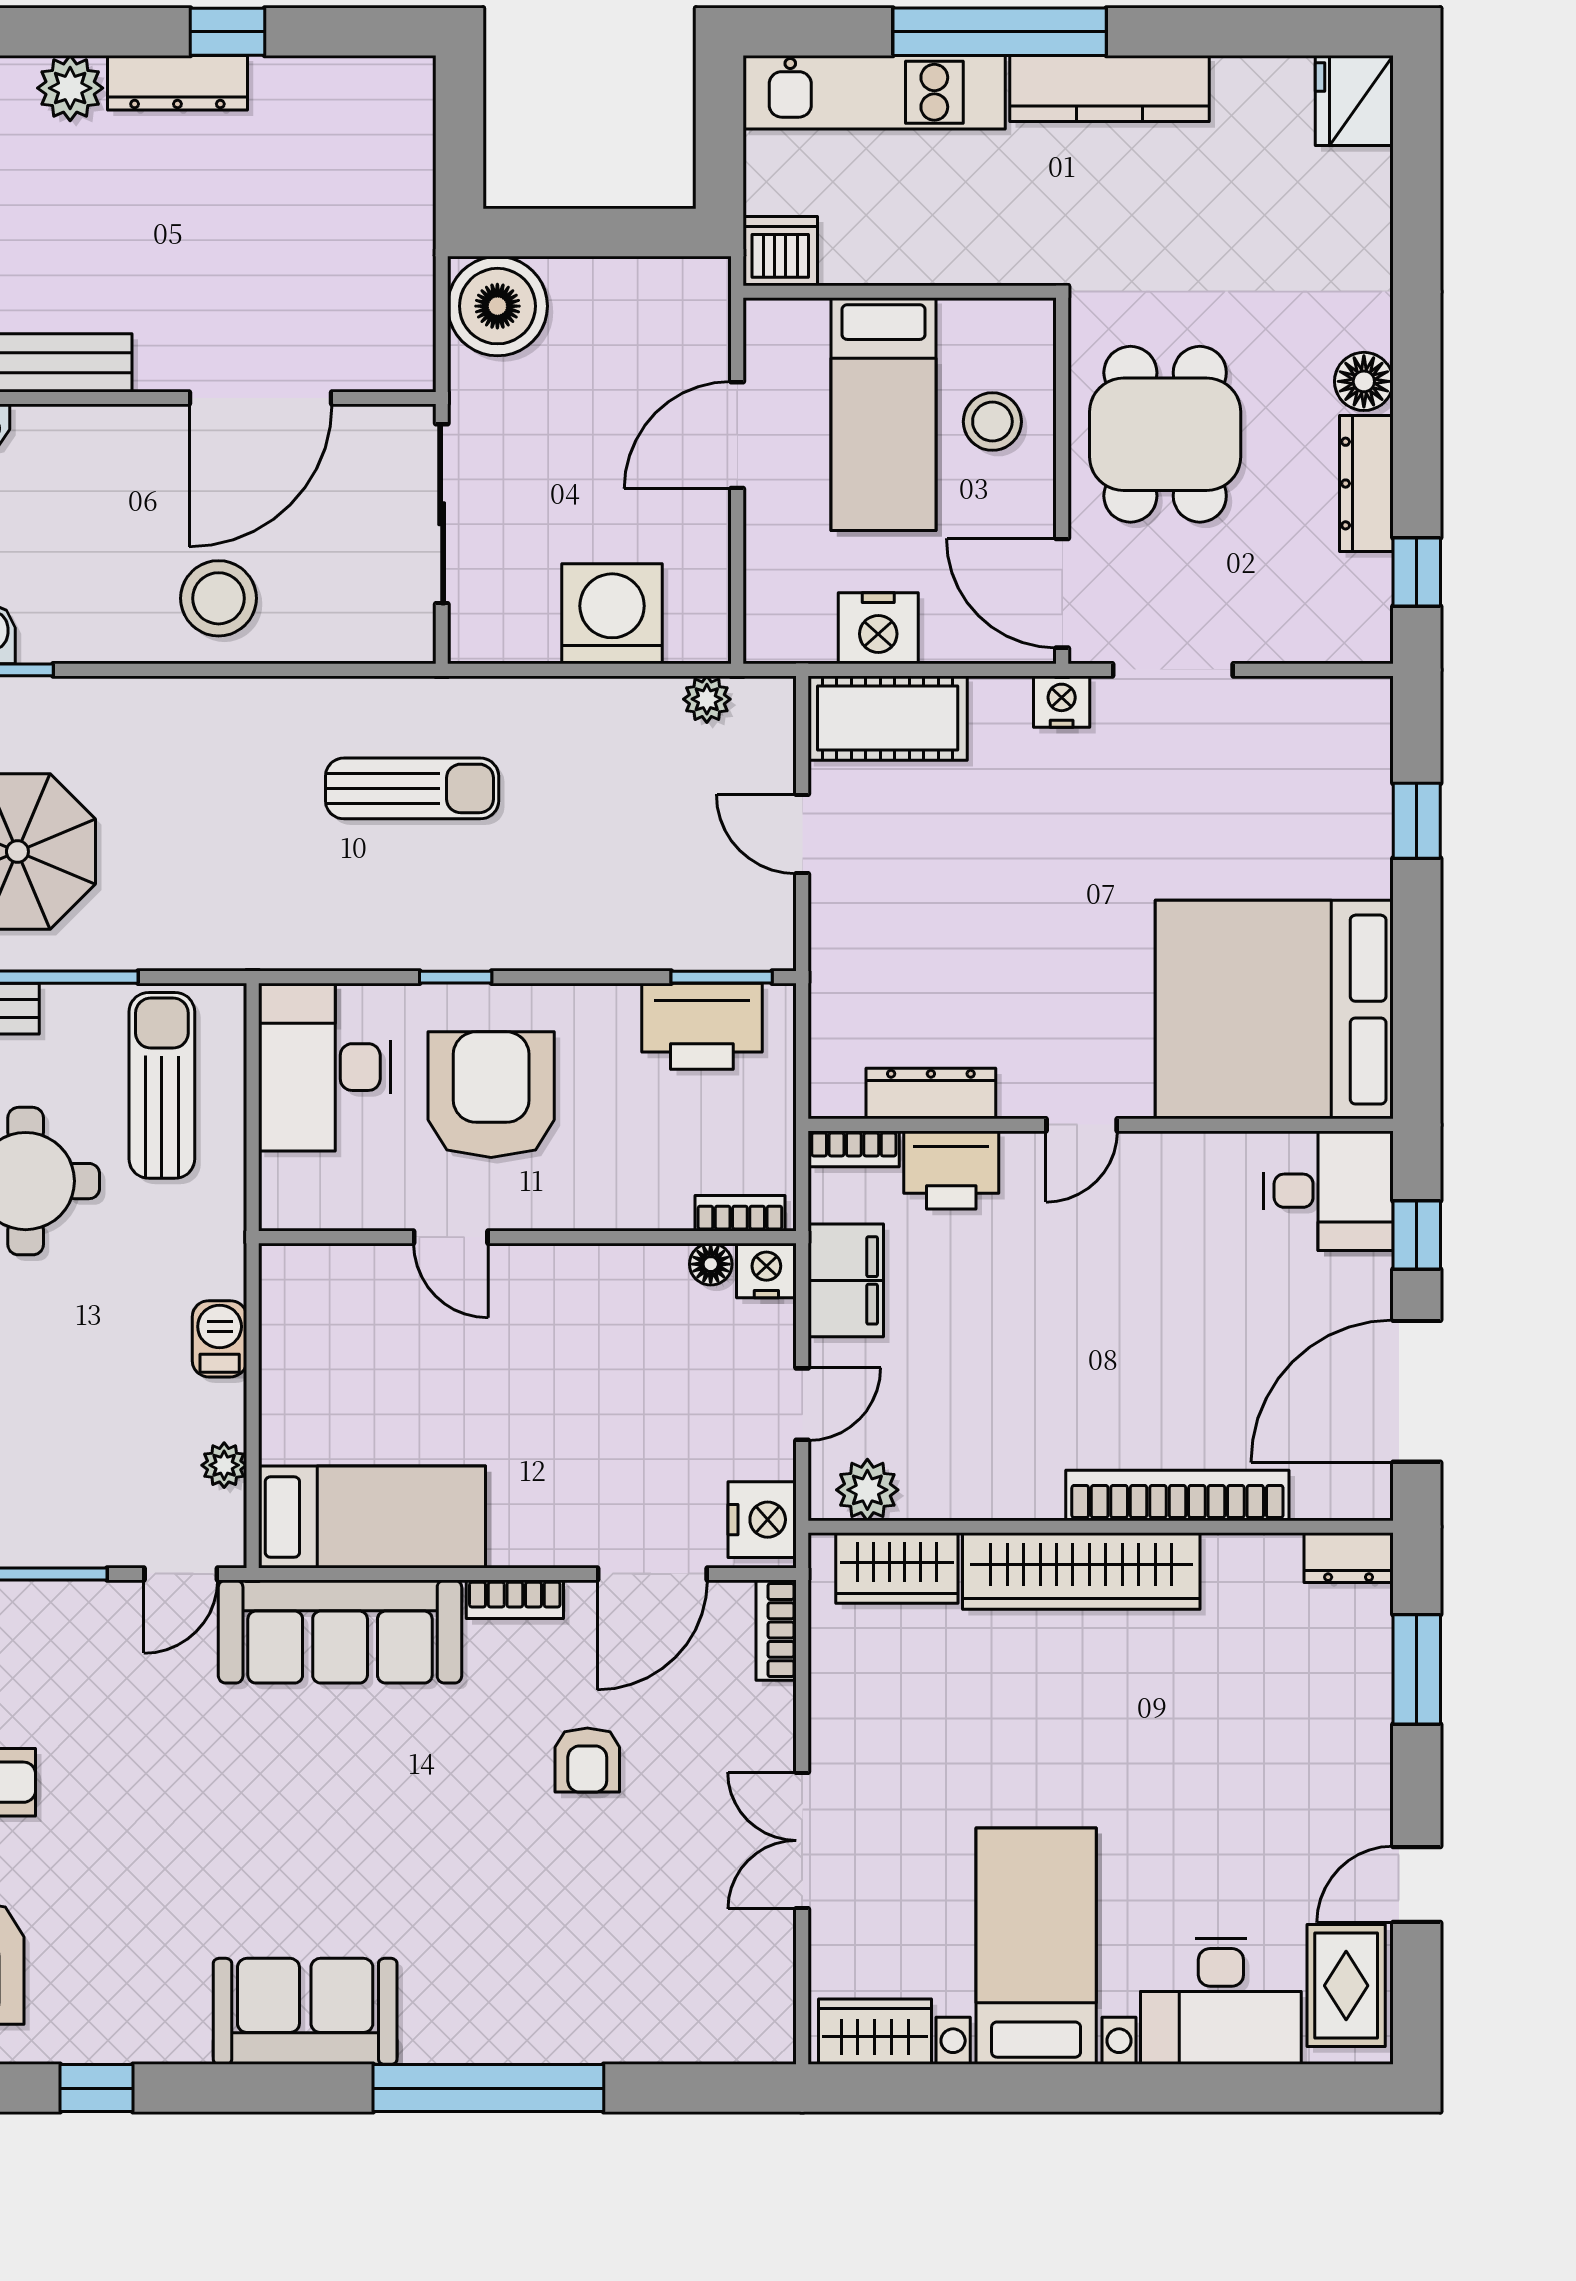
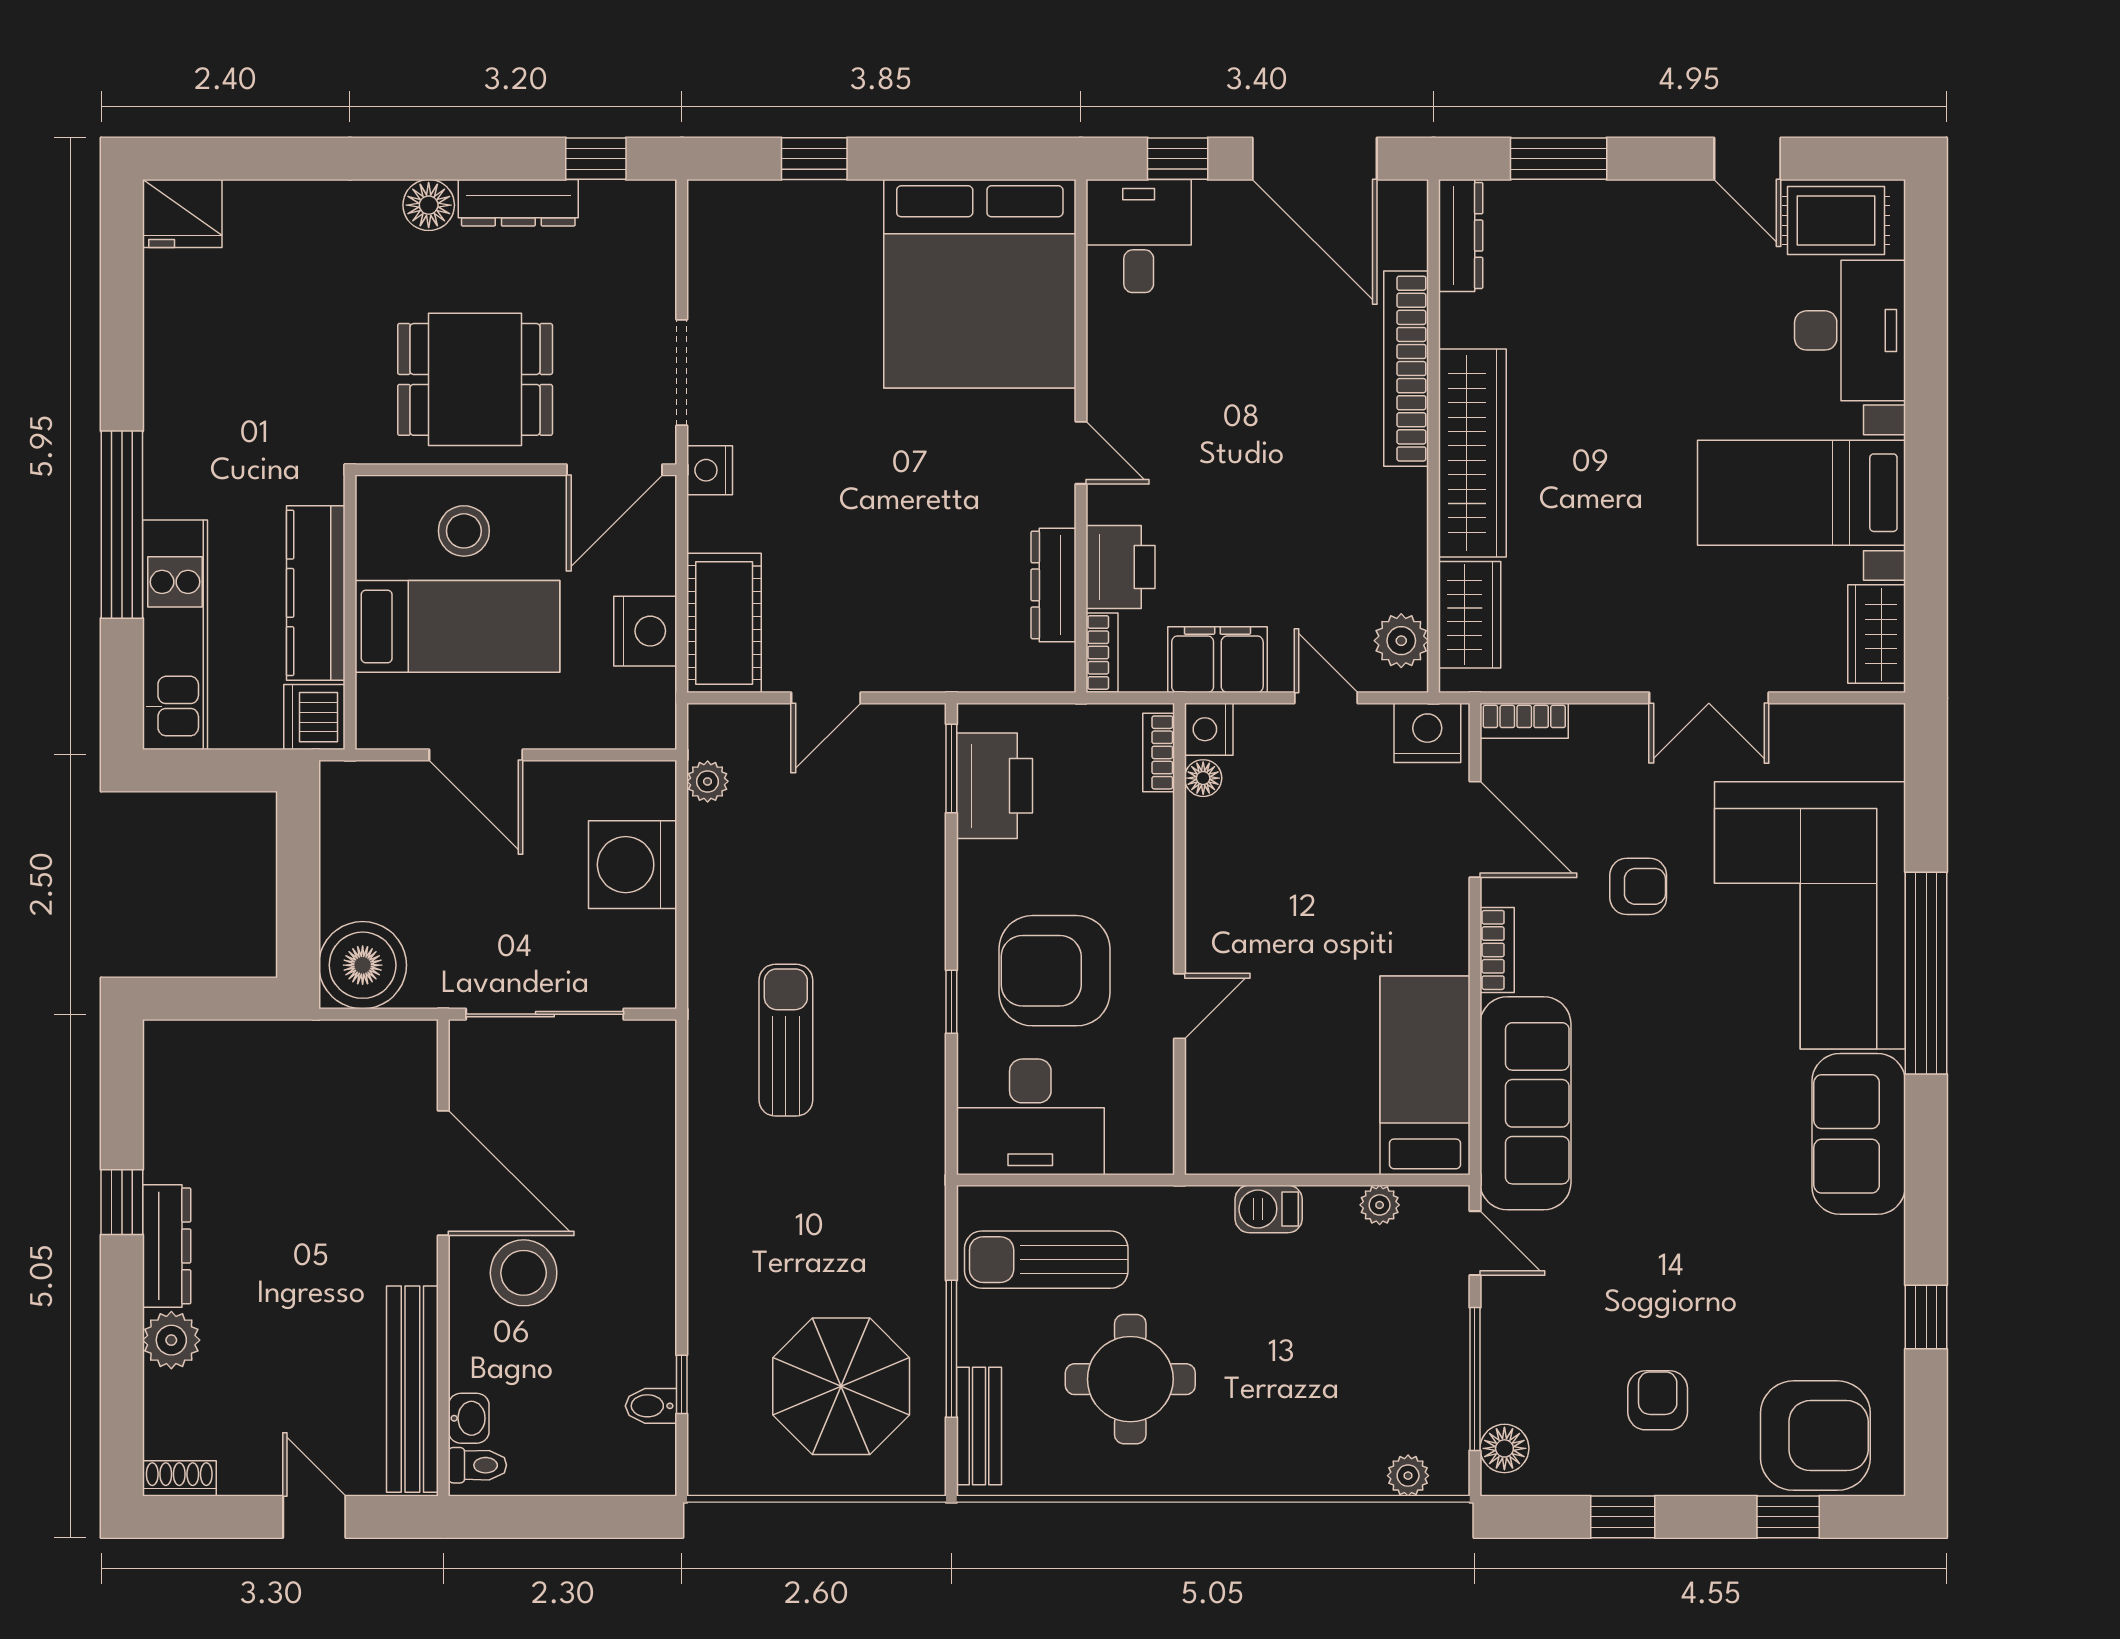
kitchen counter: (1109, 89) -> (316, 593), moved, turned 180
stool: (219, 598) -> (524, 1273), moved
dresser: (1349, 1558) -> (1461, 236), width x1.44
corner sofa: (554, 1956) -> (1810, 915), added

